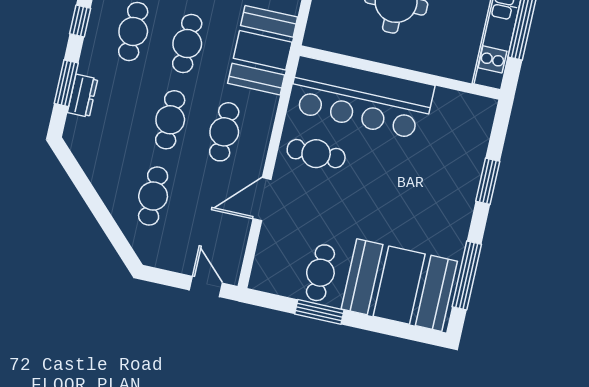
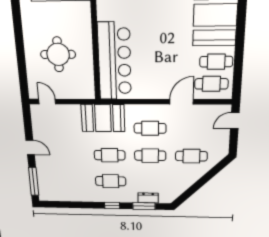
cafe table: (316, 154) -> (211, 84), moved, turned 90
door: (262, 199) -> (182, 102), swing flipped
window: (319, 312) -> (239, 57), removed

